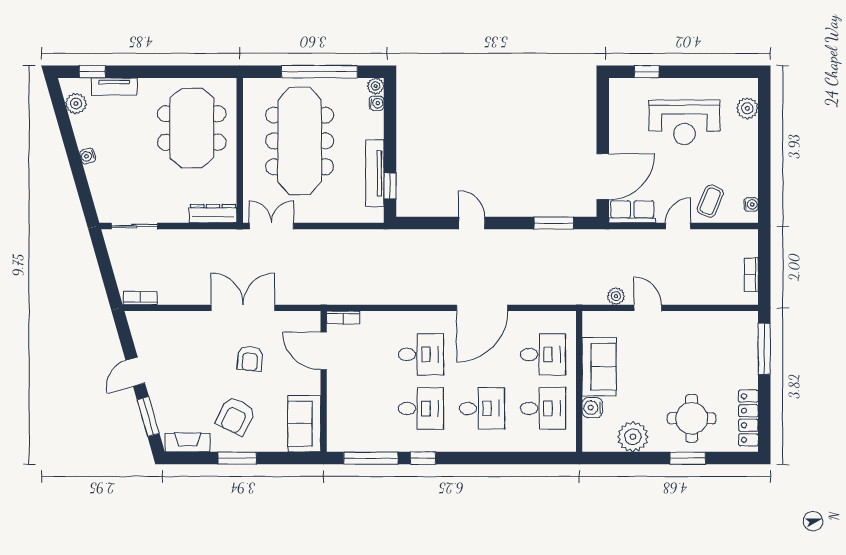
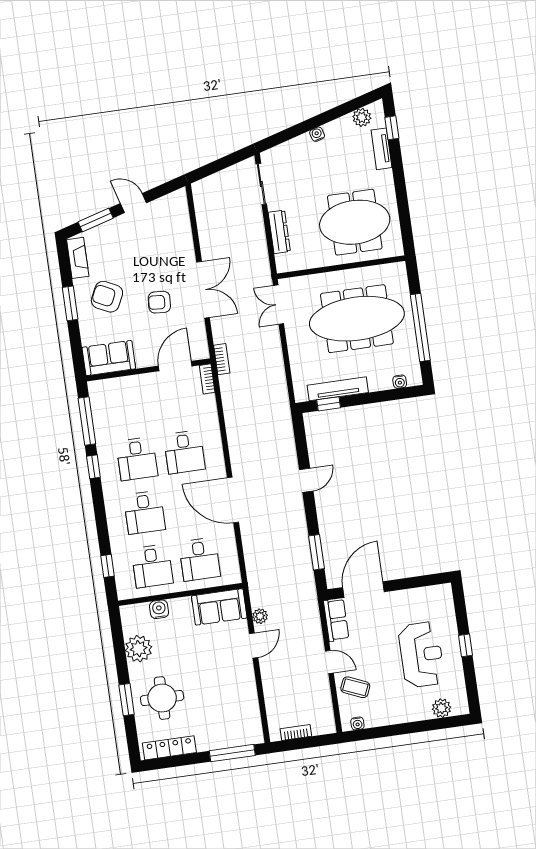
window: (647, 72) -> (465, 645), moved
plant: (376, 86) -> (415, 379), removed
reception desk: (684, 122) -> (421, 655), turned 180
door: (603, 177) -> (363, 590), swing flipped
dresser: (213, 214) -> (279, 232), moved
double door: (271, 226) -> (278, 305), swing flipped
bookcase: (140, 298) -> (222, 359), moved
sofa: (599, 367) -> (219, 607), moved
window: (536, 458) -> (108, 566), added

